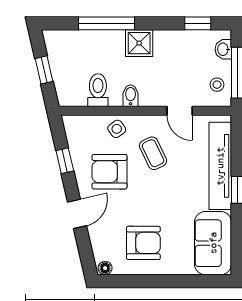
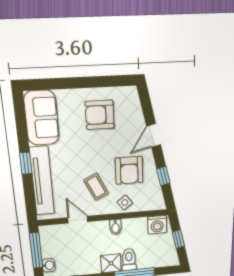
stool: (217, 85) -> (51, 241), removed
toilet: (98, 90) -> (129, 260), moved, turned 180
washing machine: (74, 94) -> (157, 225), added
armchair: (109, 172) -> (129, 170), turned 90
floor lamp: (105, 268) -> (130, 92), removed

